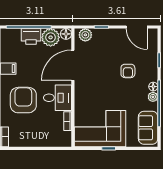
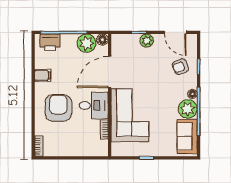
plant: (85, 35) -> (147, 41), moved
printer: (31, 36) -> (50, 42), moved
armchair: (128, 71) -> (180, 67), moved, turned 70
plant: (153, 97) -> (188, 109), width x1.88, depth x1.88
corner sofa: (100, 129) -> (130, 115), moved, turned 90

